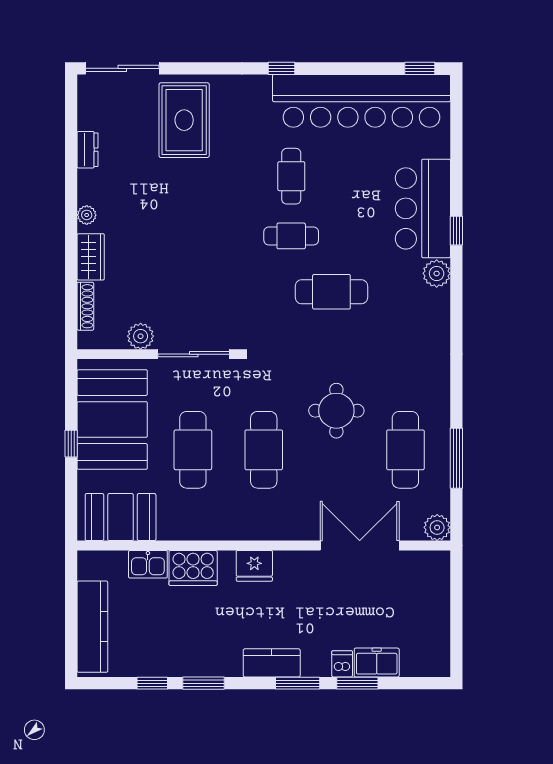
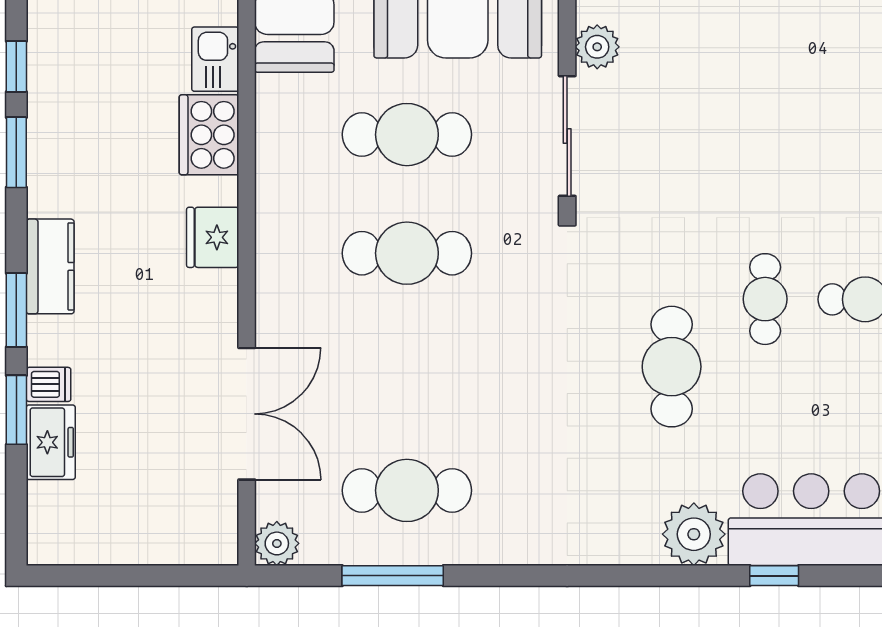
plant: (437, 273) -> (694, 534), width x1.36, depth x1.36
round table: (336, 411) -> (472, 375), removed

